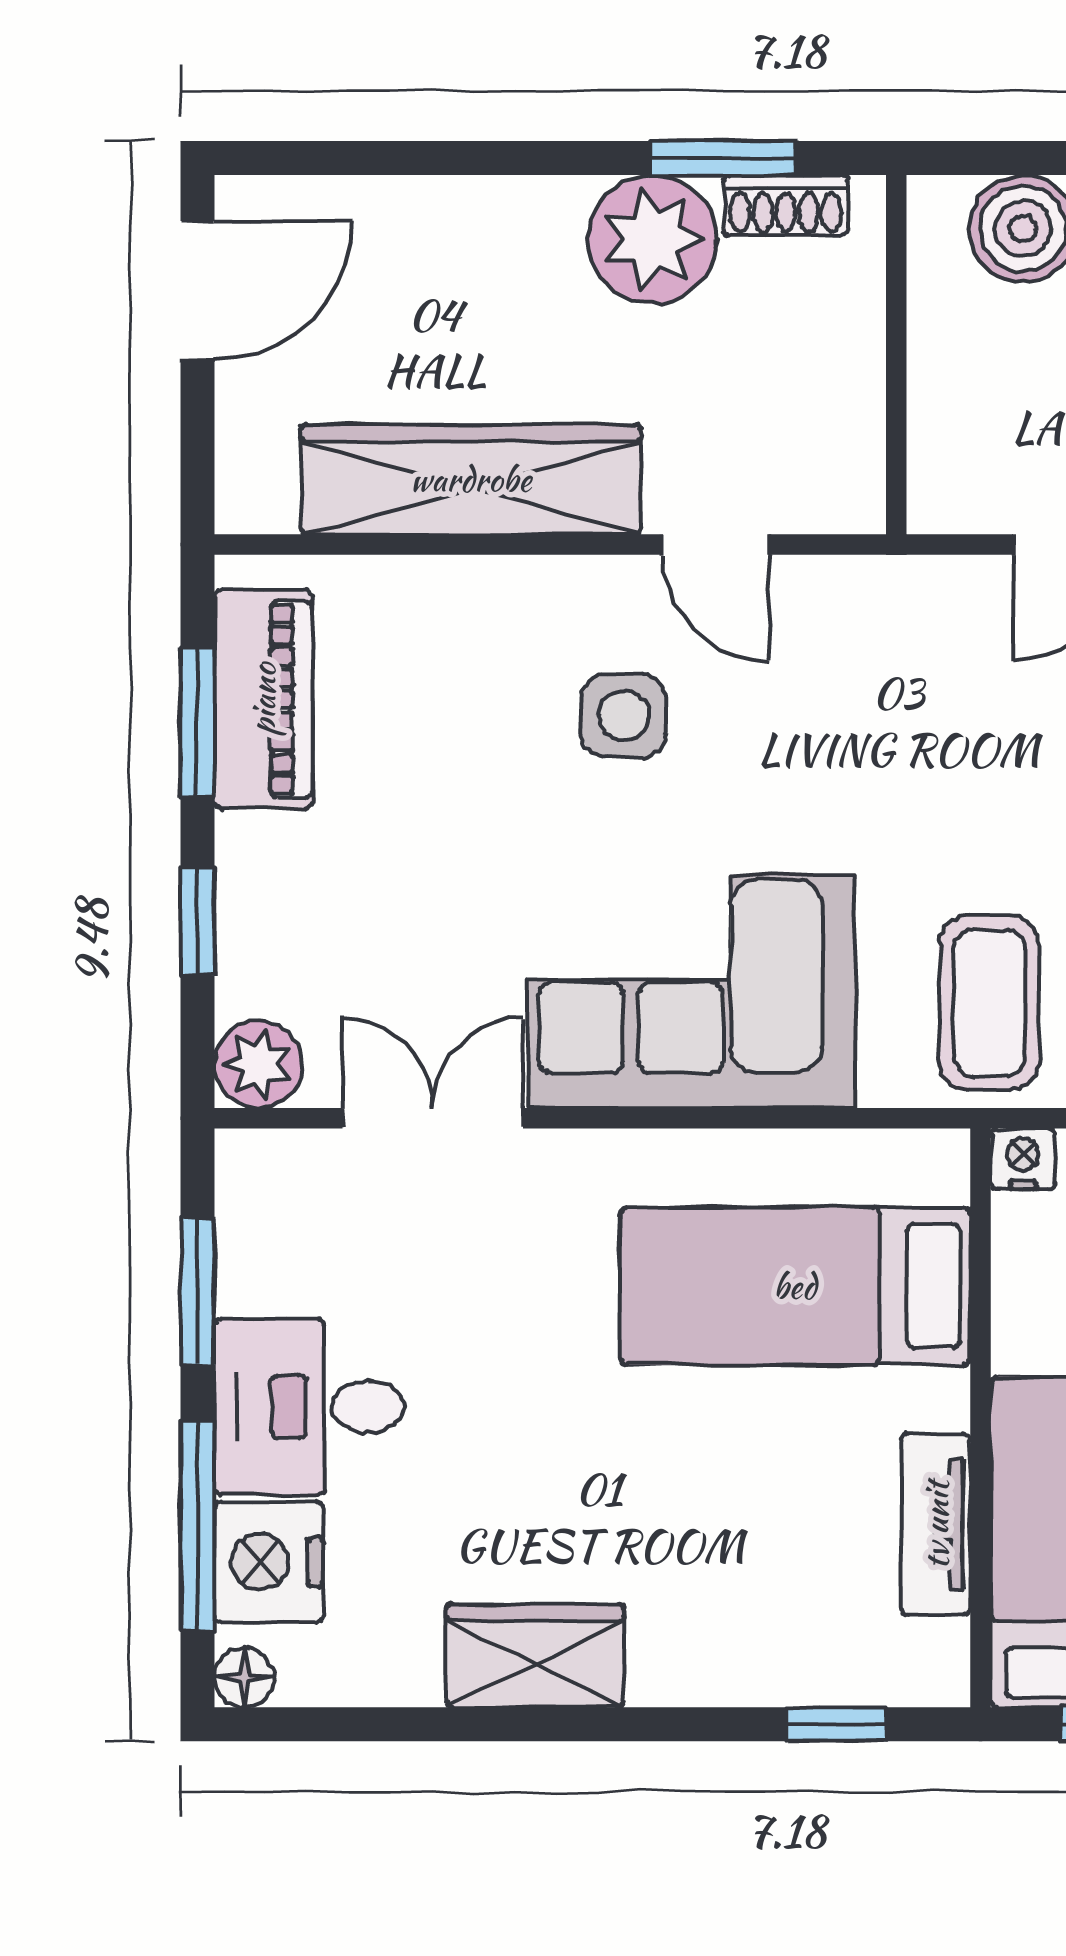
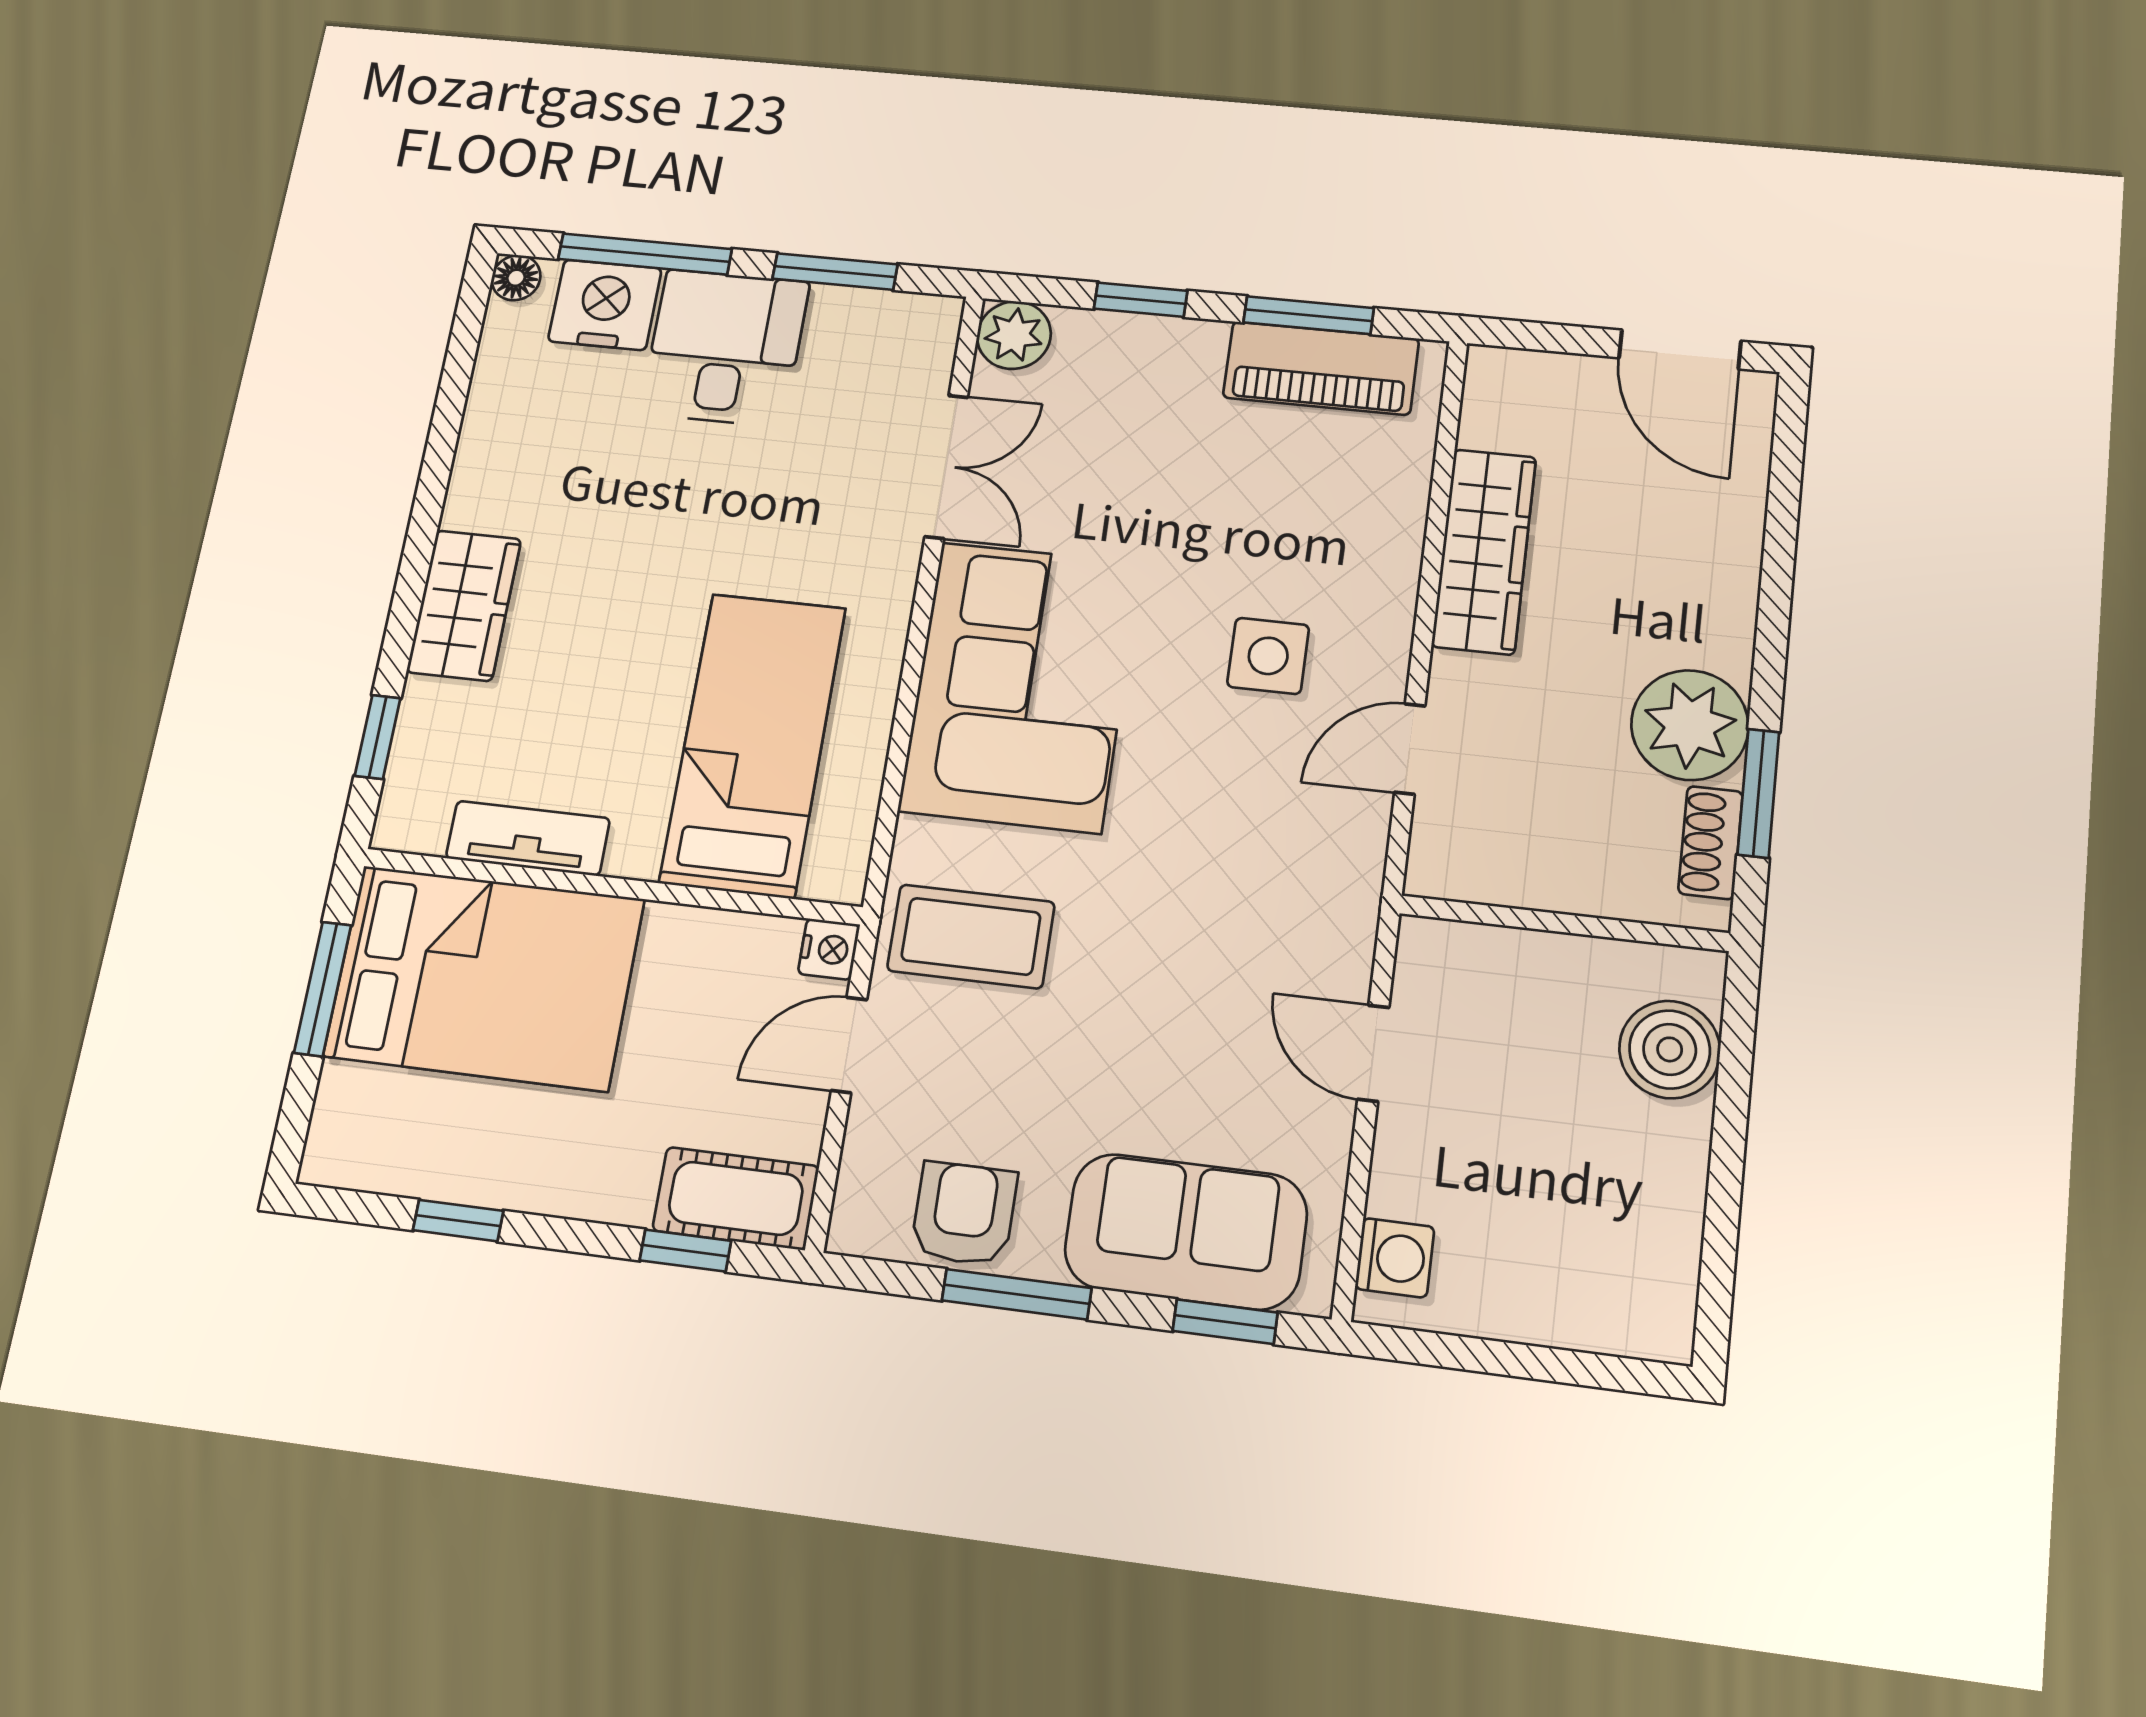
wardrobe: (471, 479) -> (1484, 551), width x0.71, depth x0.85
wardrobe: (535, 1656) -> (464, 605), moved

